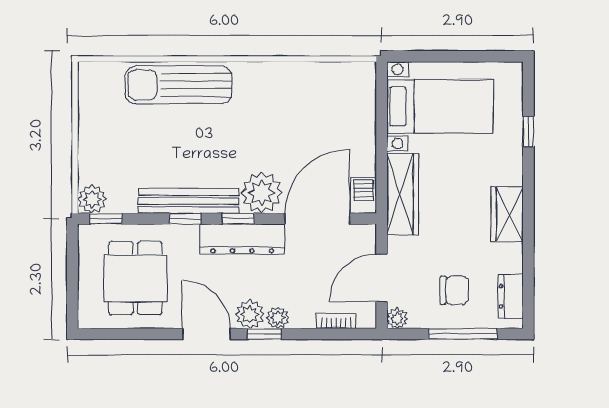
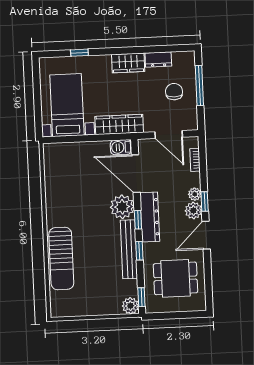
dresser: (511, 296) -> (158, 59), moved
plant: (397, 318) -> (192, 124), removed

